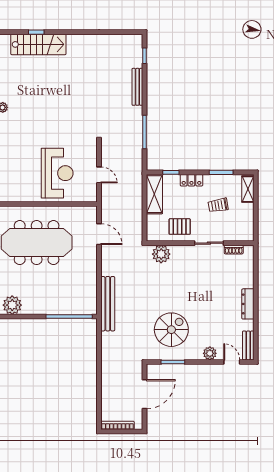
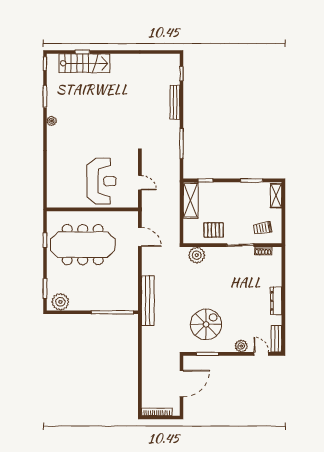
locker: (191, 180) -> (224, 188), removed
trolley: (218, 205) -> (262, 228), moved

